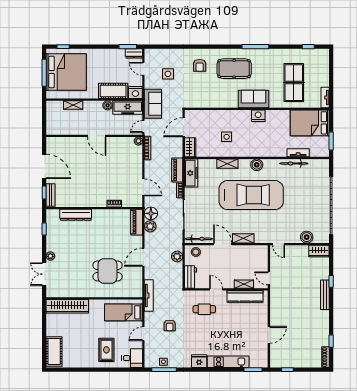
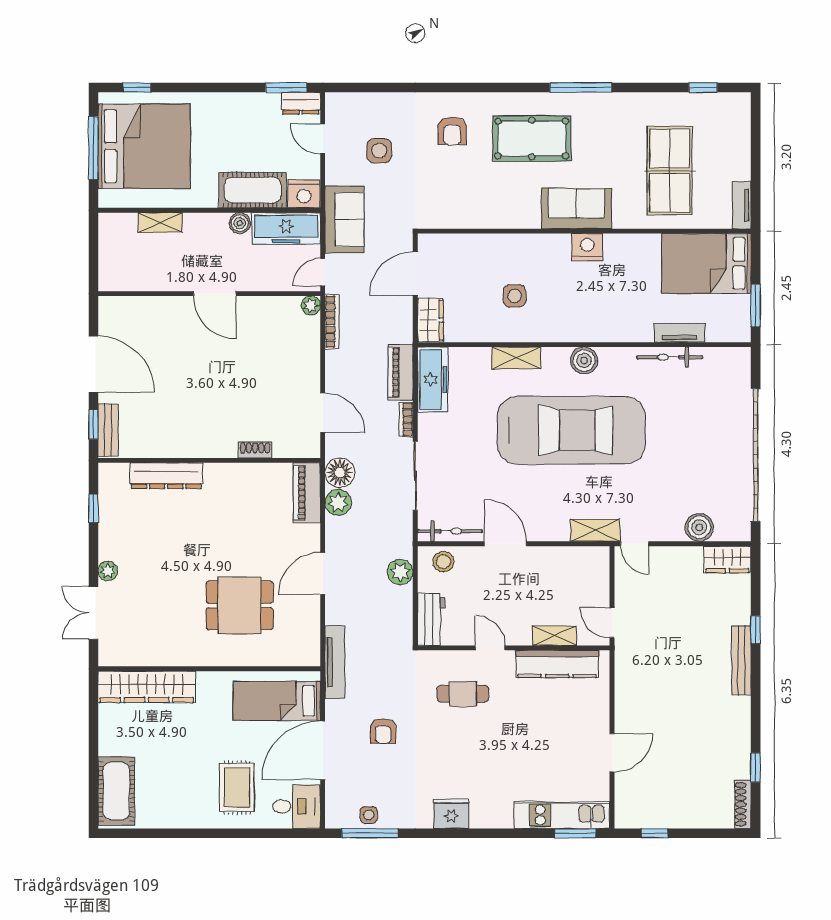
shelving: (243, 238) -> (595, 530), moved
door: (143, 334) -> (323, 750), width x1.87
kitchen unit: (228, 362) -> (562, 815), moved

